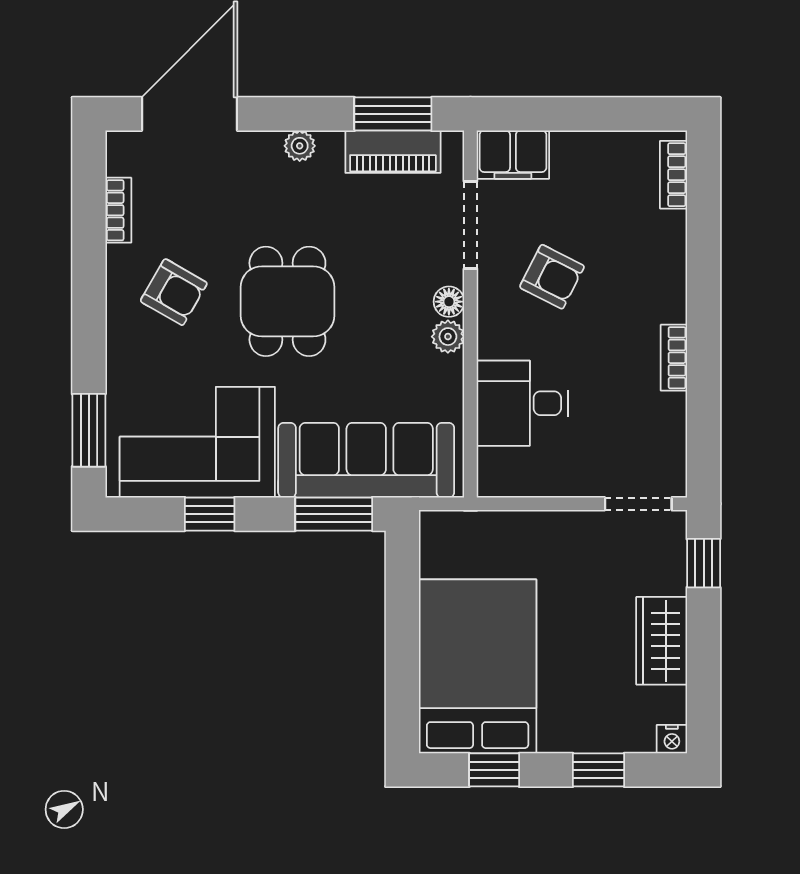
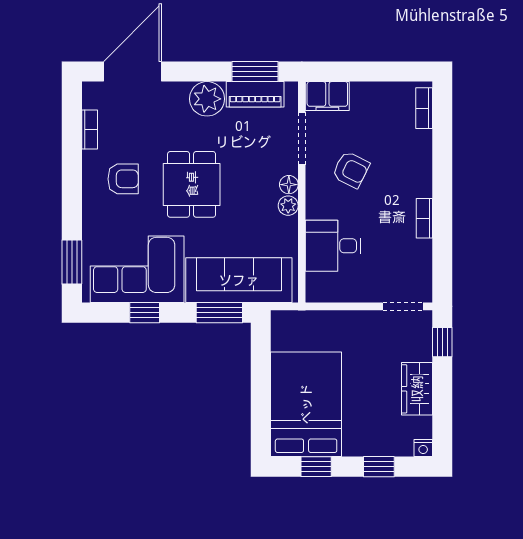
plant: (300, 146) -> (207, 99), width x1.88, depth x1.88
armchair: (174, 292) -> (123, 179), turned -30

